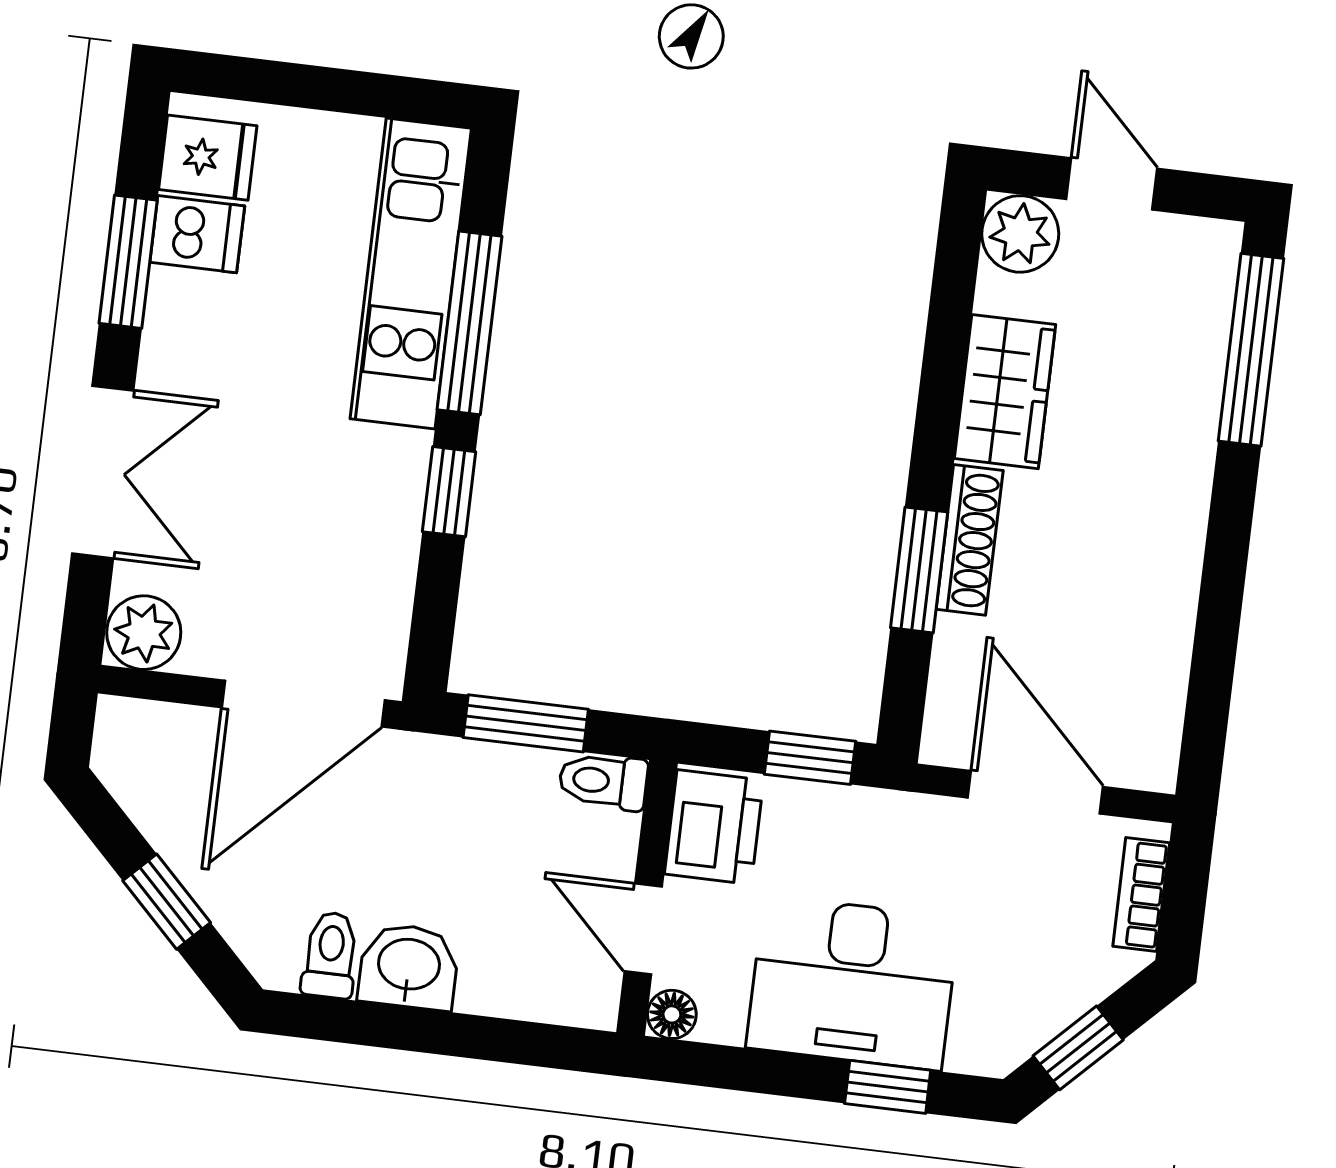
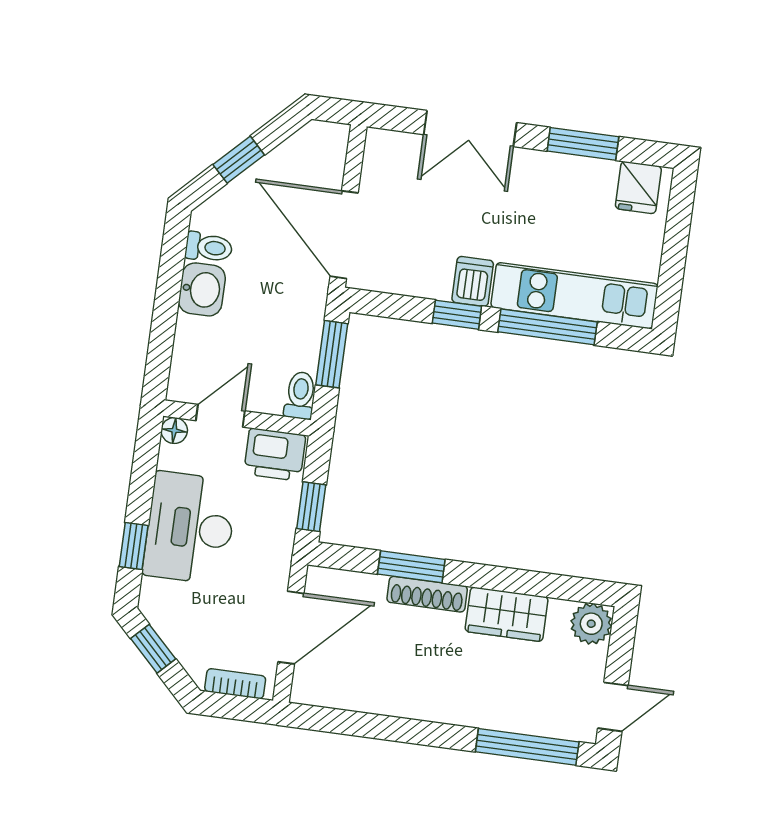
door: (1112, 184) -> (613, 707), moved
dishwasher: (197, 234) -> (473, 281), moved, turned 180
plant: (144, 633) -> (383, 149), removed

